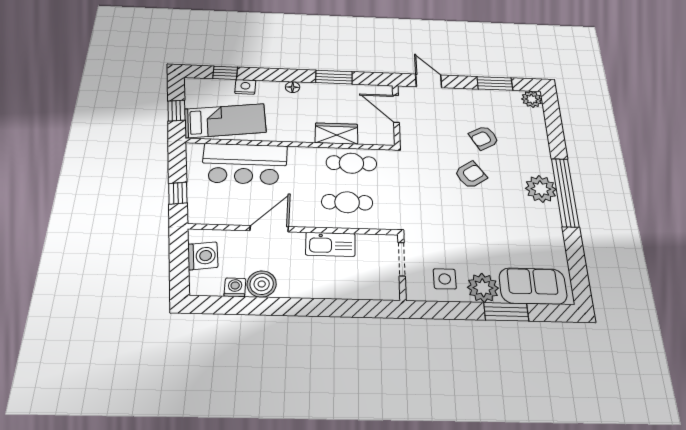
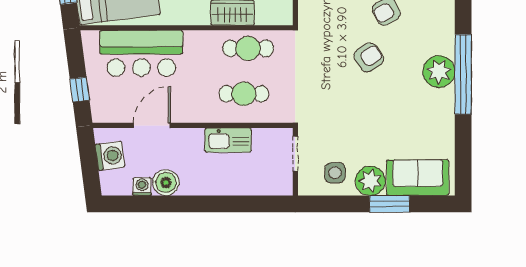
door: (269, 229) -> (152, 125), moved

